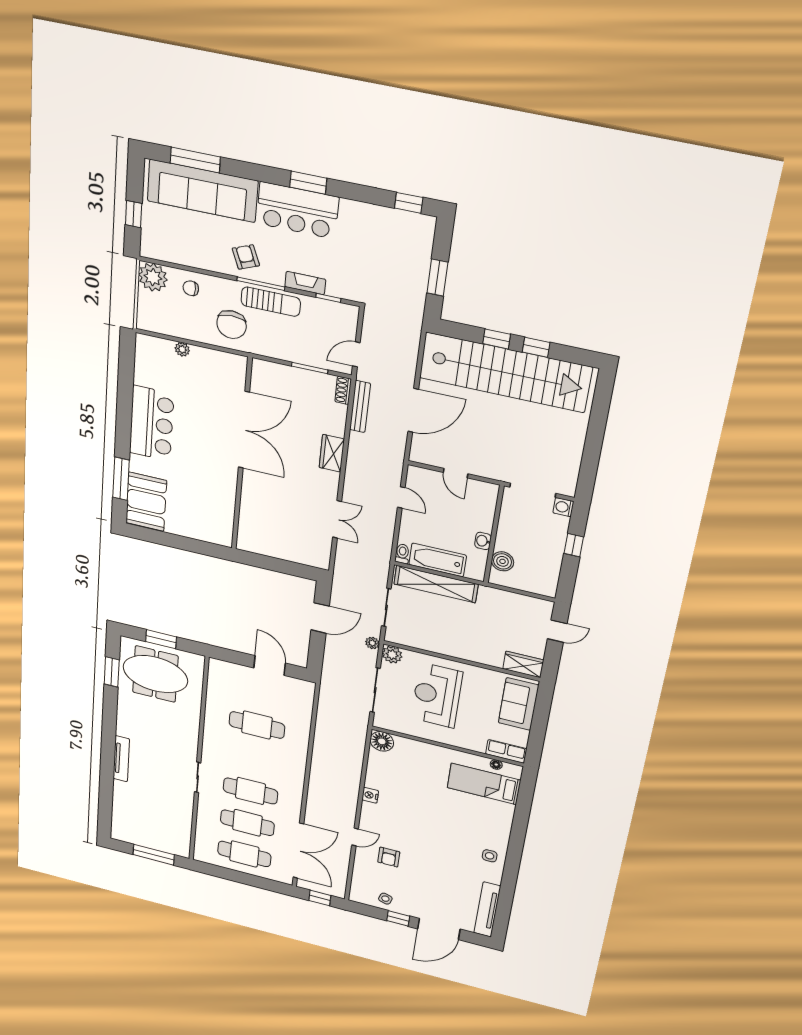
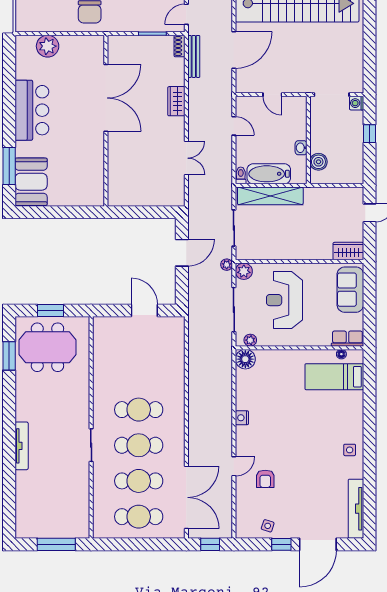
plant: (182, 349) -> (48, 46), width x1.88, depth x1.88
cafe table: (257, 725) -> (139, 410), moved
plant: (390, 725) -> (250, 340), added

